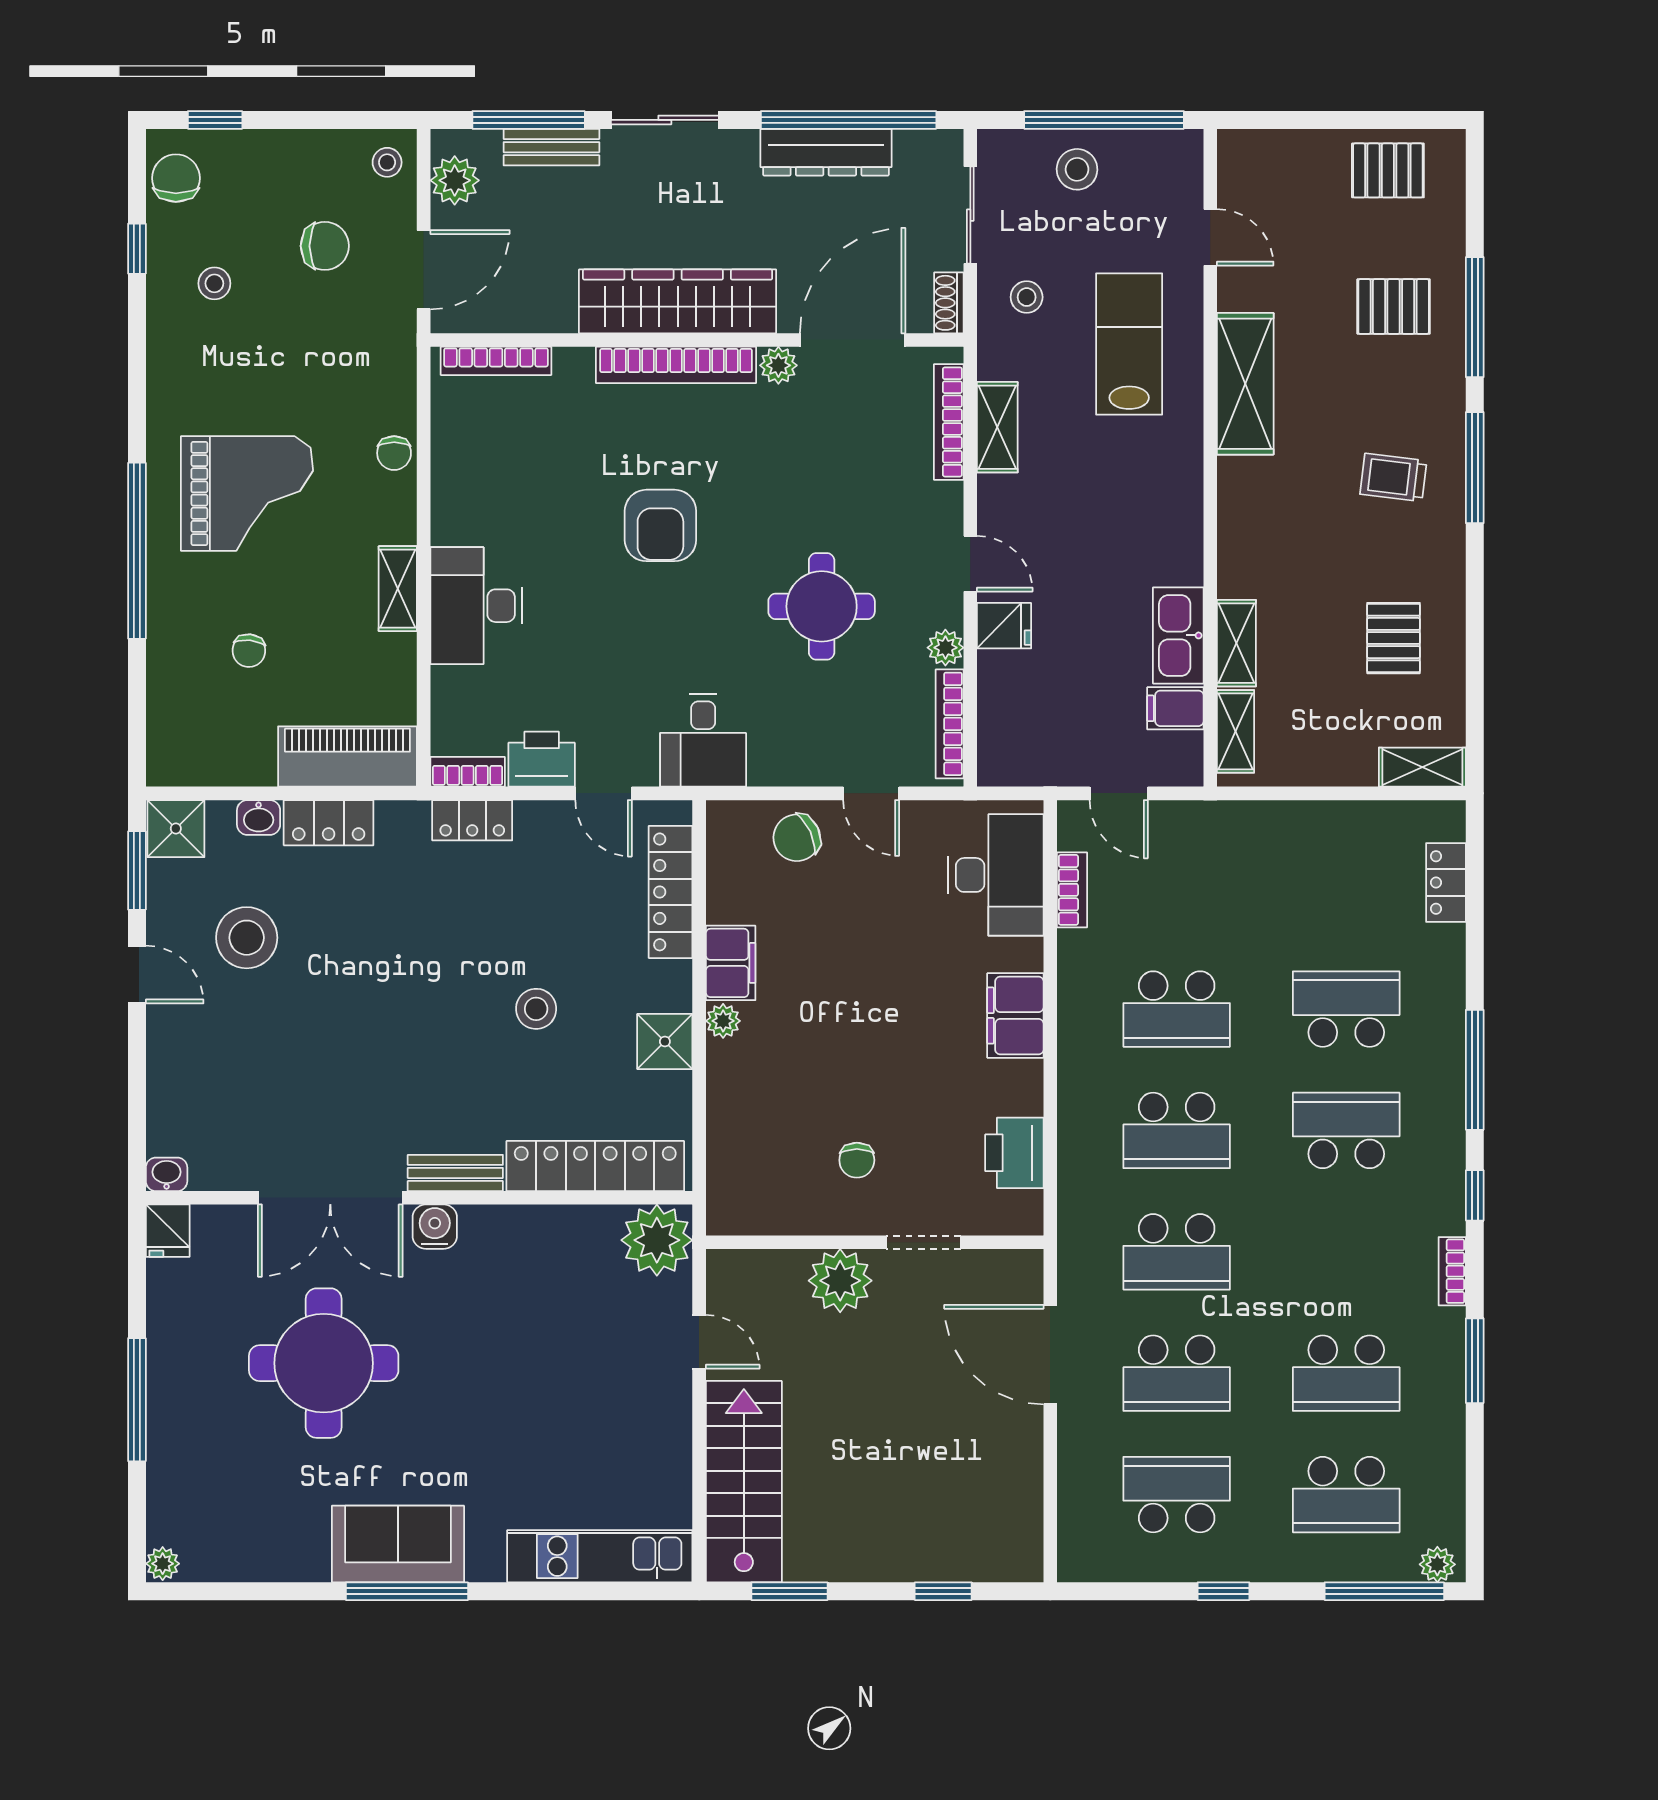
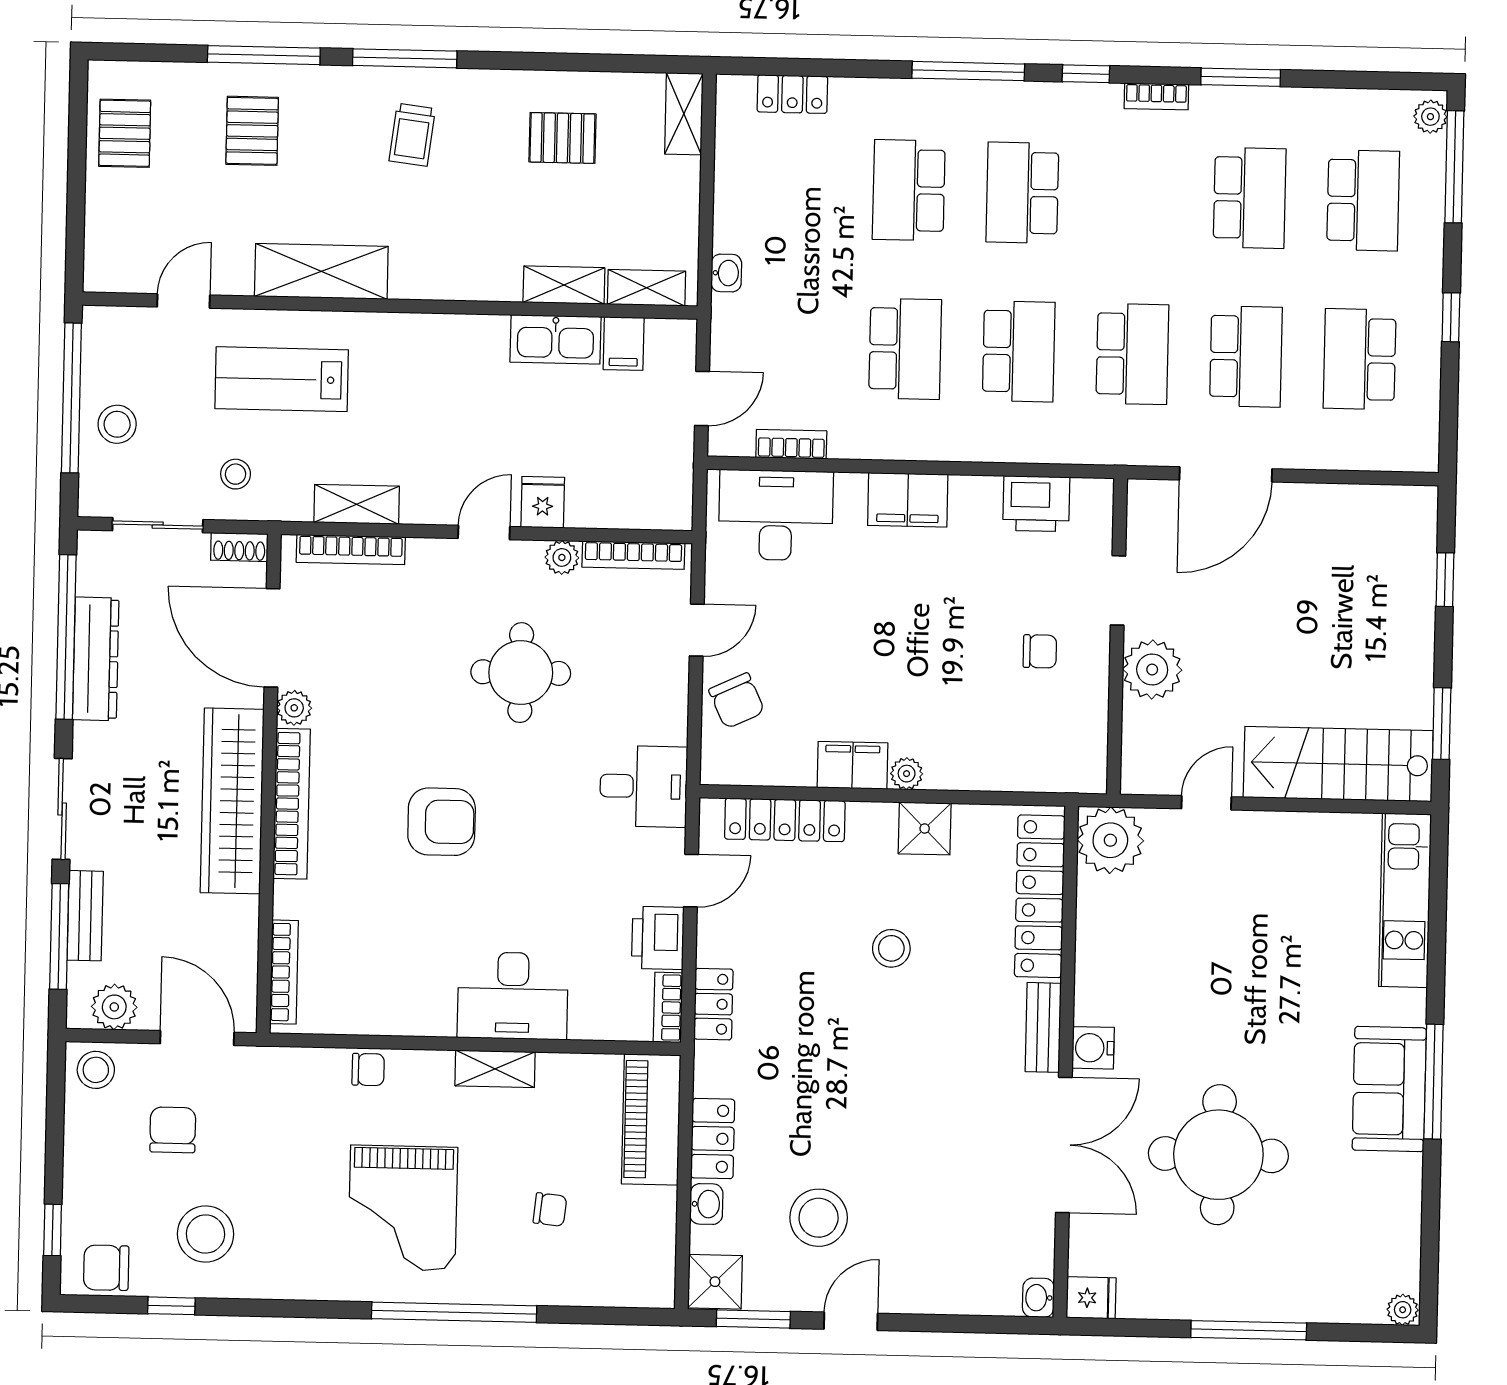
stool: (387, 162) -> (96, 1070), width x1.37, depth x1.37
stool: (214, 283) -> (205, 1234), width x1.89, depth x1.89
grand piano: (247, 493) -> (403, 1208), turned 180
washbasin: (1253, 816) -> (726, 273), added

